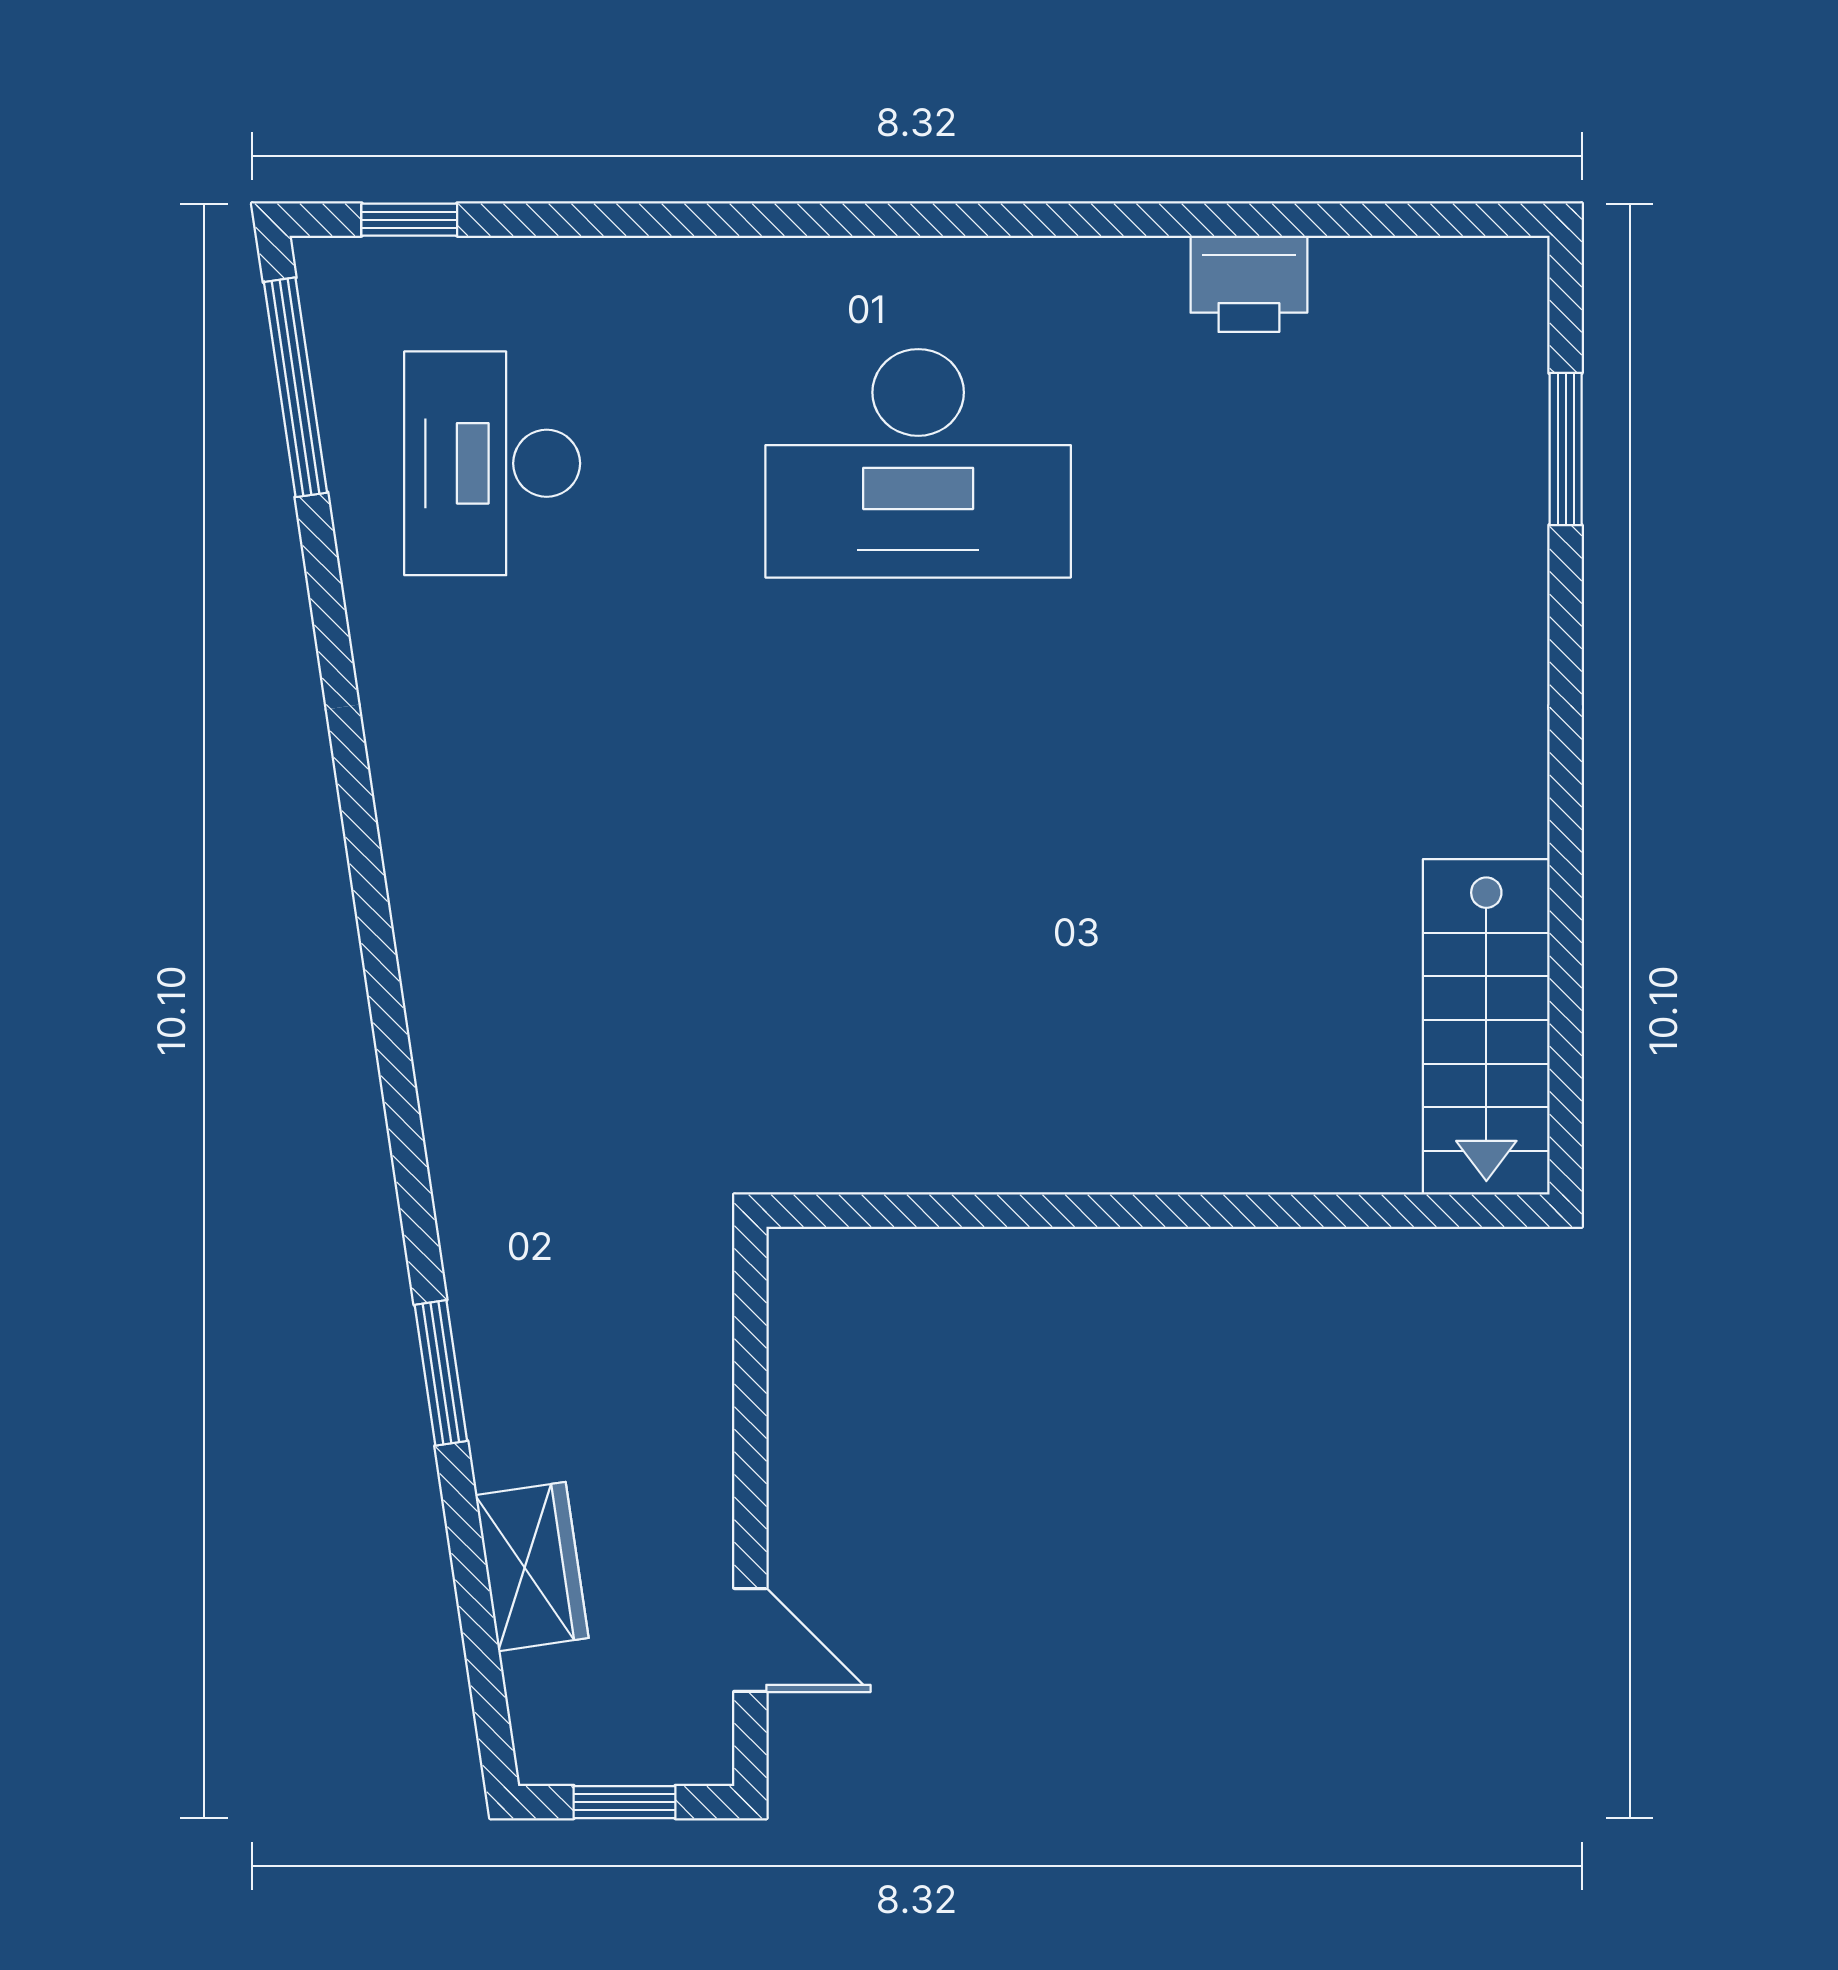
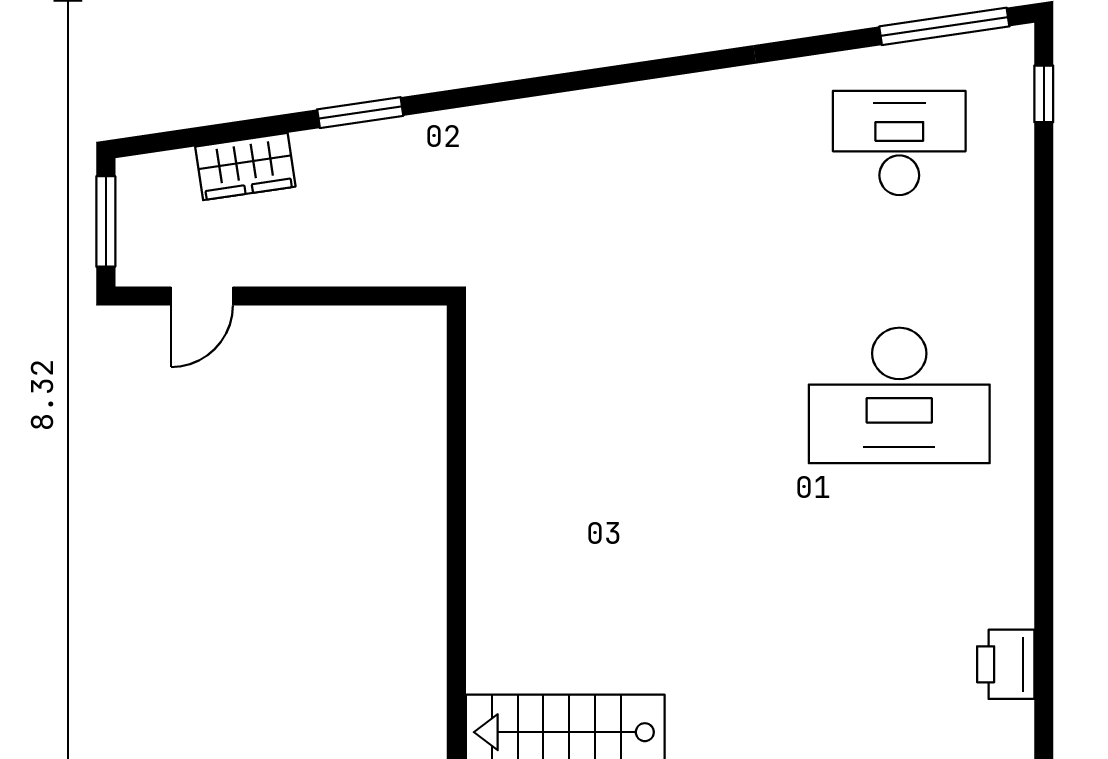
printer: (1249, 284) -> (1006, 664), moved
desk: (918, 463) -> (899, 395), turned -90
window: (624, 1802) -> (106, 221), width x1.50

